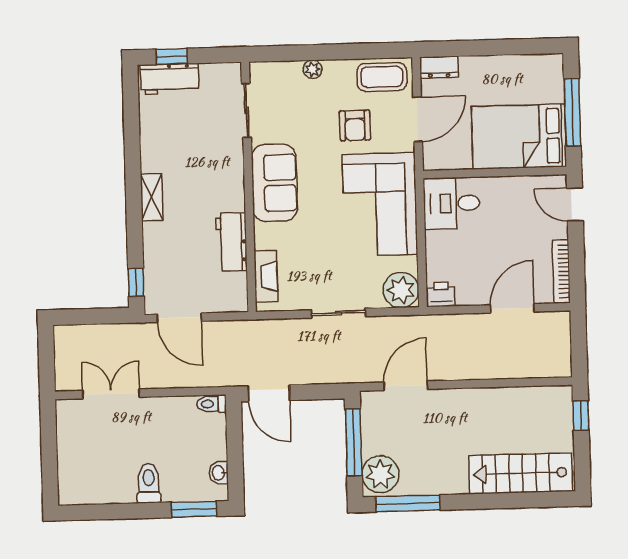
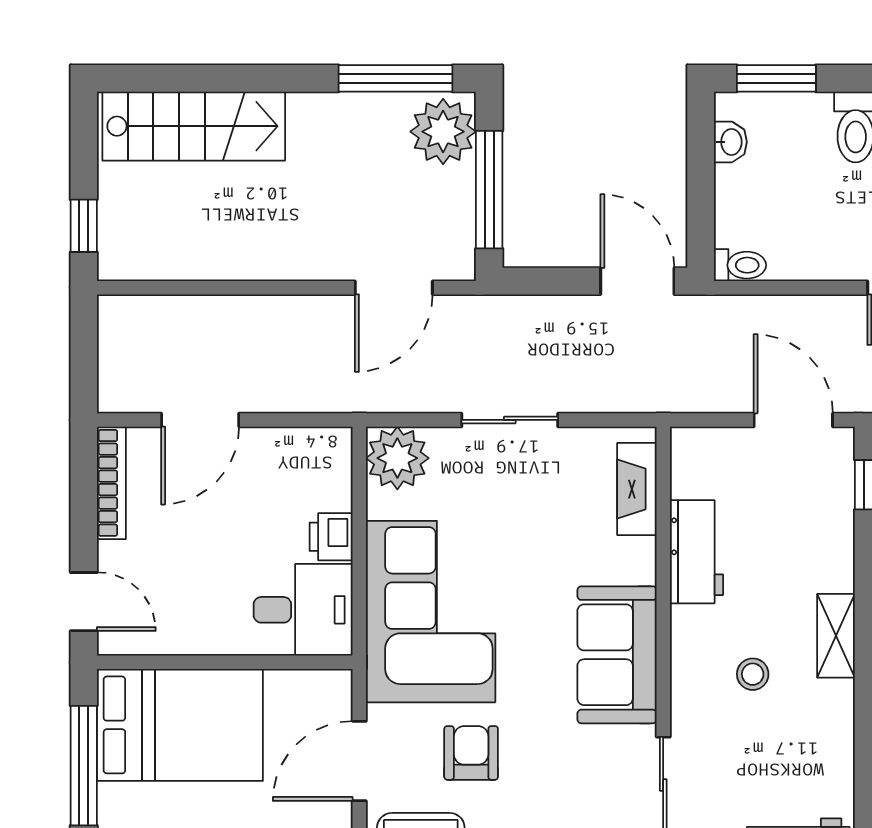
stool: (198, 174) -> (753, 674), added
printer: (441, 295) -> (331, 537), moved, turned 90

